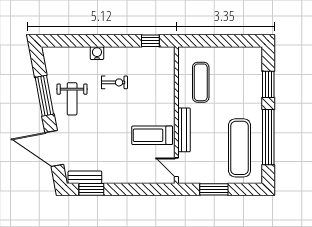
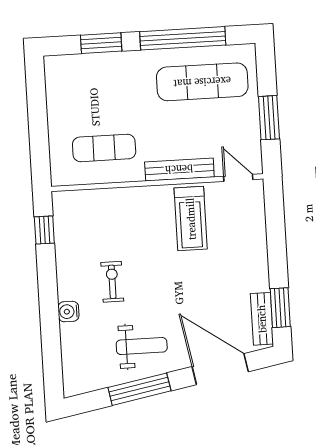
door: (54, 148) -> (220, 369), swing flipped
door: (176, 167) -> (238, 178), swing flipped

